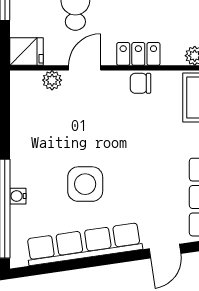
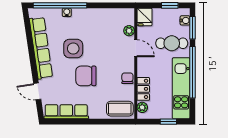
locker: (138, 54) -> (143, 89), moved
chair: (136, 160) -> (86, 76), added

